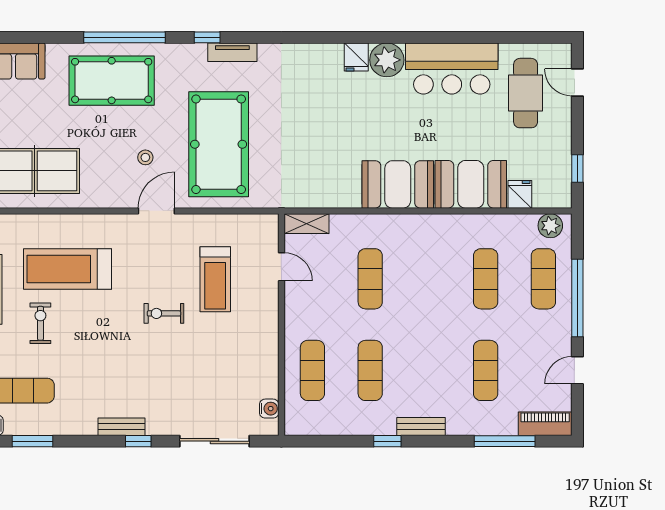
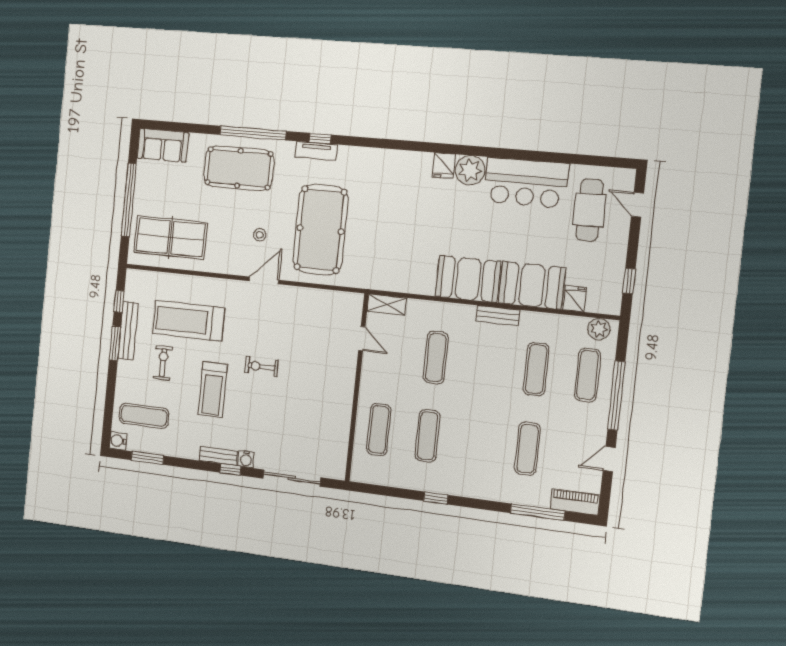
tv unit: (232, 52) -> (316, 151), moved
treadmill: (215, 279) -> (213, 389), moved
water cooler: (269, 409) -> (246, 459), moved, turned 90
bench: (421, 427) -> (498, 316), moved

